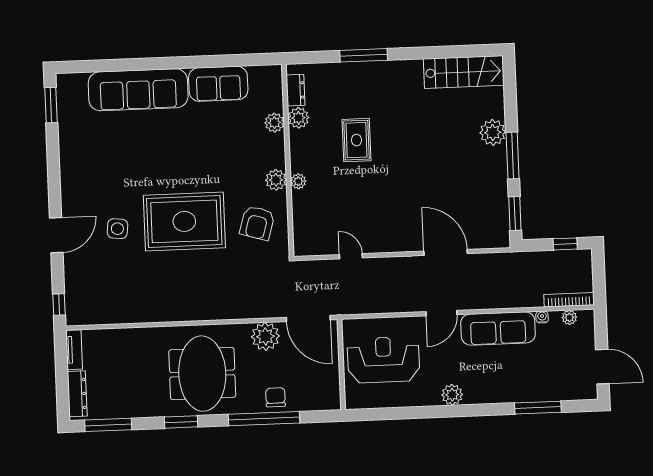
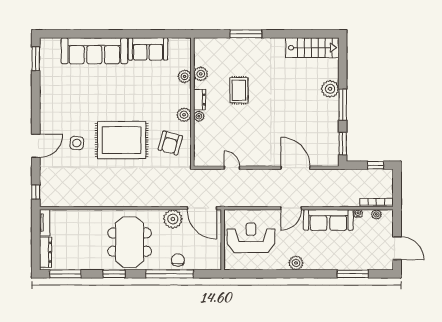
dresser: (296, 90) -> (200, 100), moved

